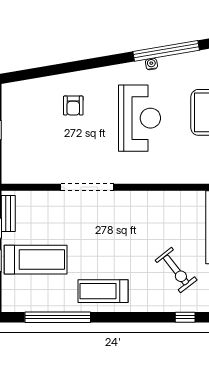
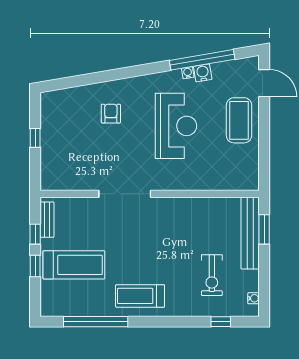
water cooler: (167, 64) -> (203, 73), added
armchair: (73, 105) -> (111, 114), turned 180
exercise bike: (176, 270) -> (212, 275), turned 38

